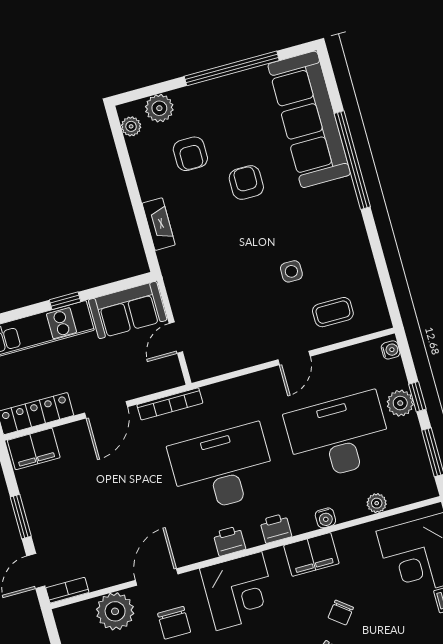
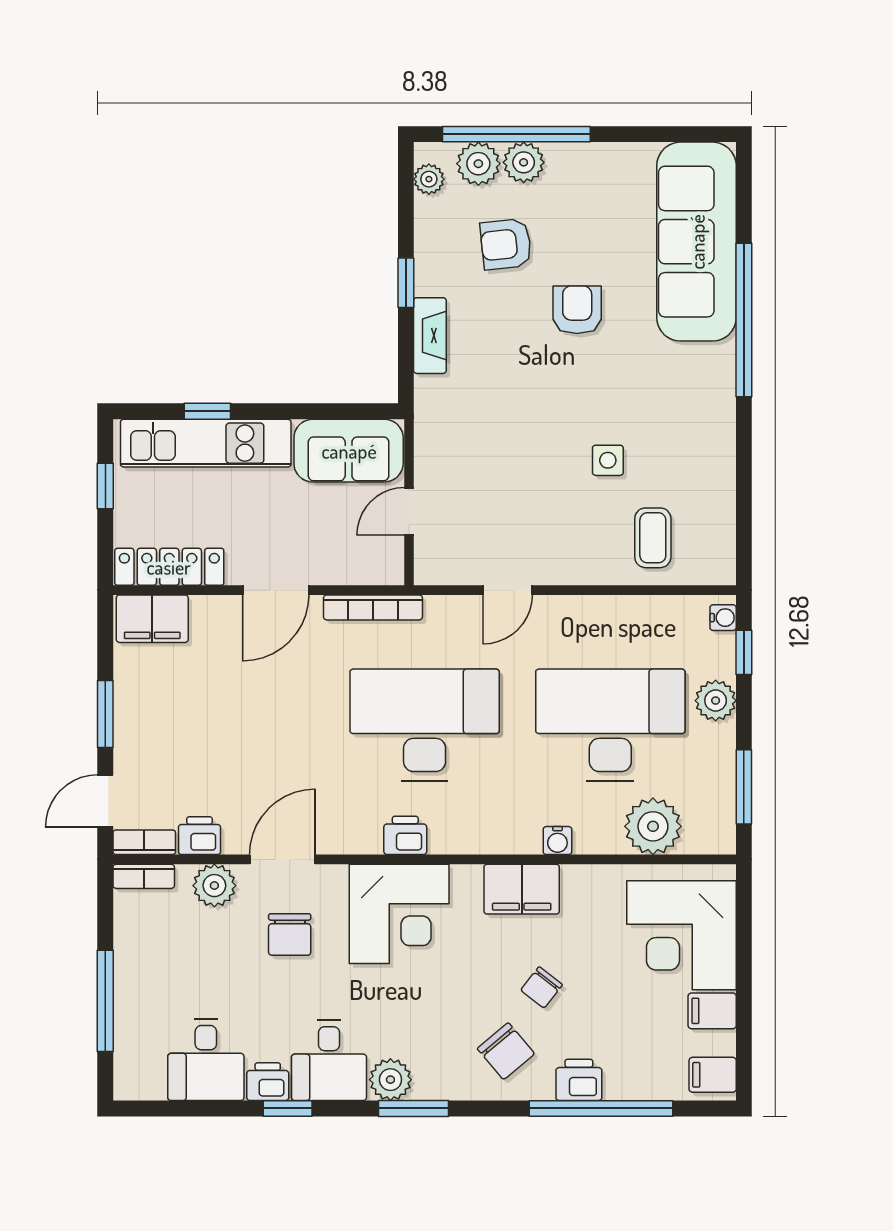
window: (232, 68) -> (516, 134), moved
plant: (187, 100) -> (524, 162), added
armchair: (190, 154) -> (506, 244), turned 84
window: (134, 195) -> (406, 283), added
window: (65, 301) -> (207, 411), moved
coffee table: (333, 312) -> (653, 538), turned 90
door: (294, 358) -> (508, 590), moved
window: (417, 397) -> (744, 652), moved
plant: (377, 503) -> (653, 826), width x1.87, depth x1.87
printer: (276, 528) -> (200, 836), moved
plant: (115, 611) -> (214, 886), width x0.73, depth x0.73
bookcase: (73, 612) -> (144, 876), added

